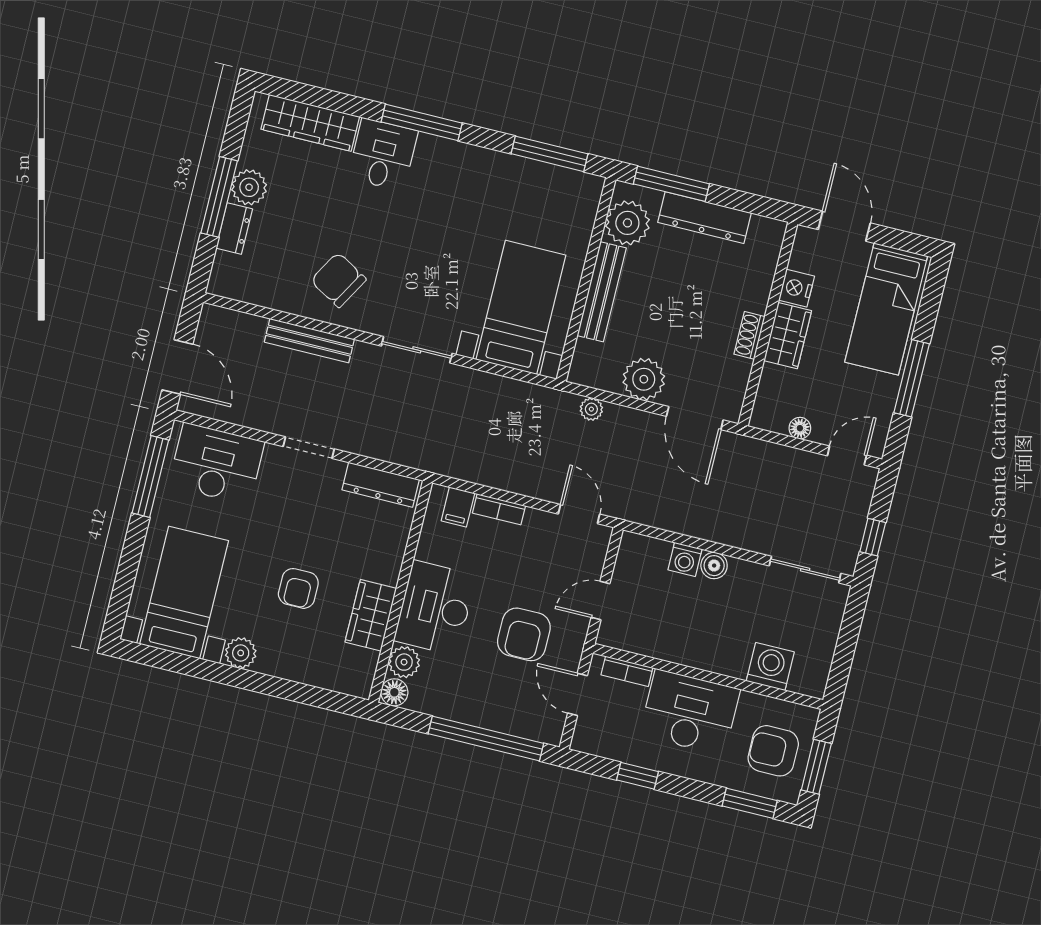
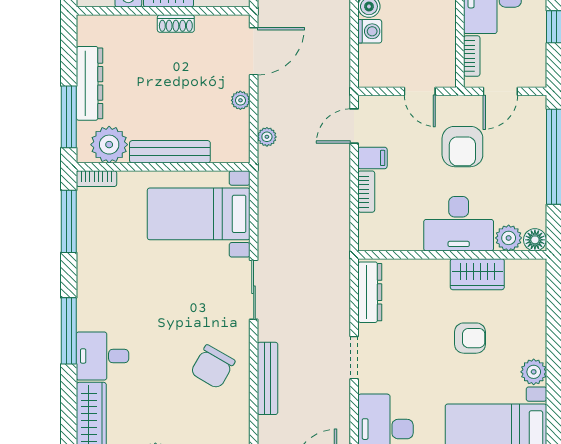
bookcase: (591, 198) -> (96, 179), added
plant: (644, 379) -> (240, 100), width x0.53, depth x0.53
filing cabinet: (458, 507) -> (372, 158), moved
armchair: (524, 634) -> (462, 147), turned 90

